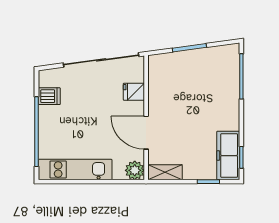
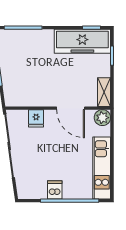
dishwasher: (49, 96) -> (55, 190), moved
door: (146, 133) -> (71, 108), hinge flipped
freezer: (228, 156) -> (82, 41), width x1.36, depth x1.26

